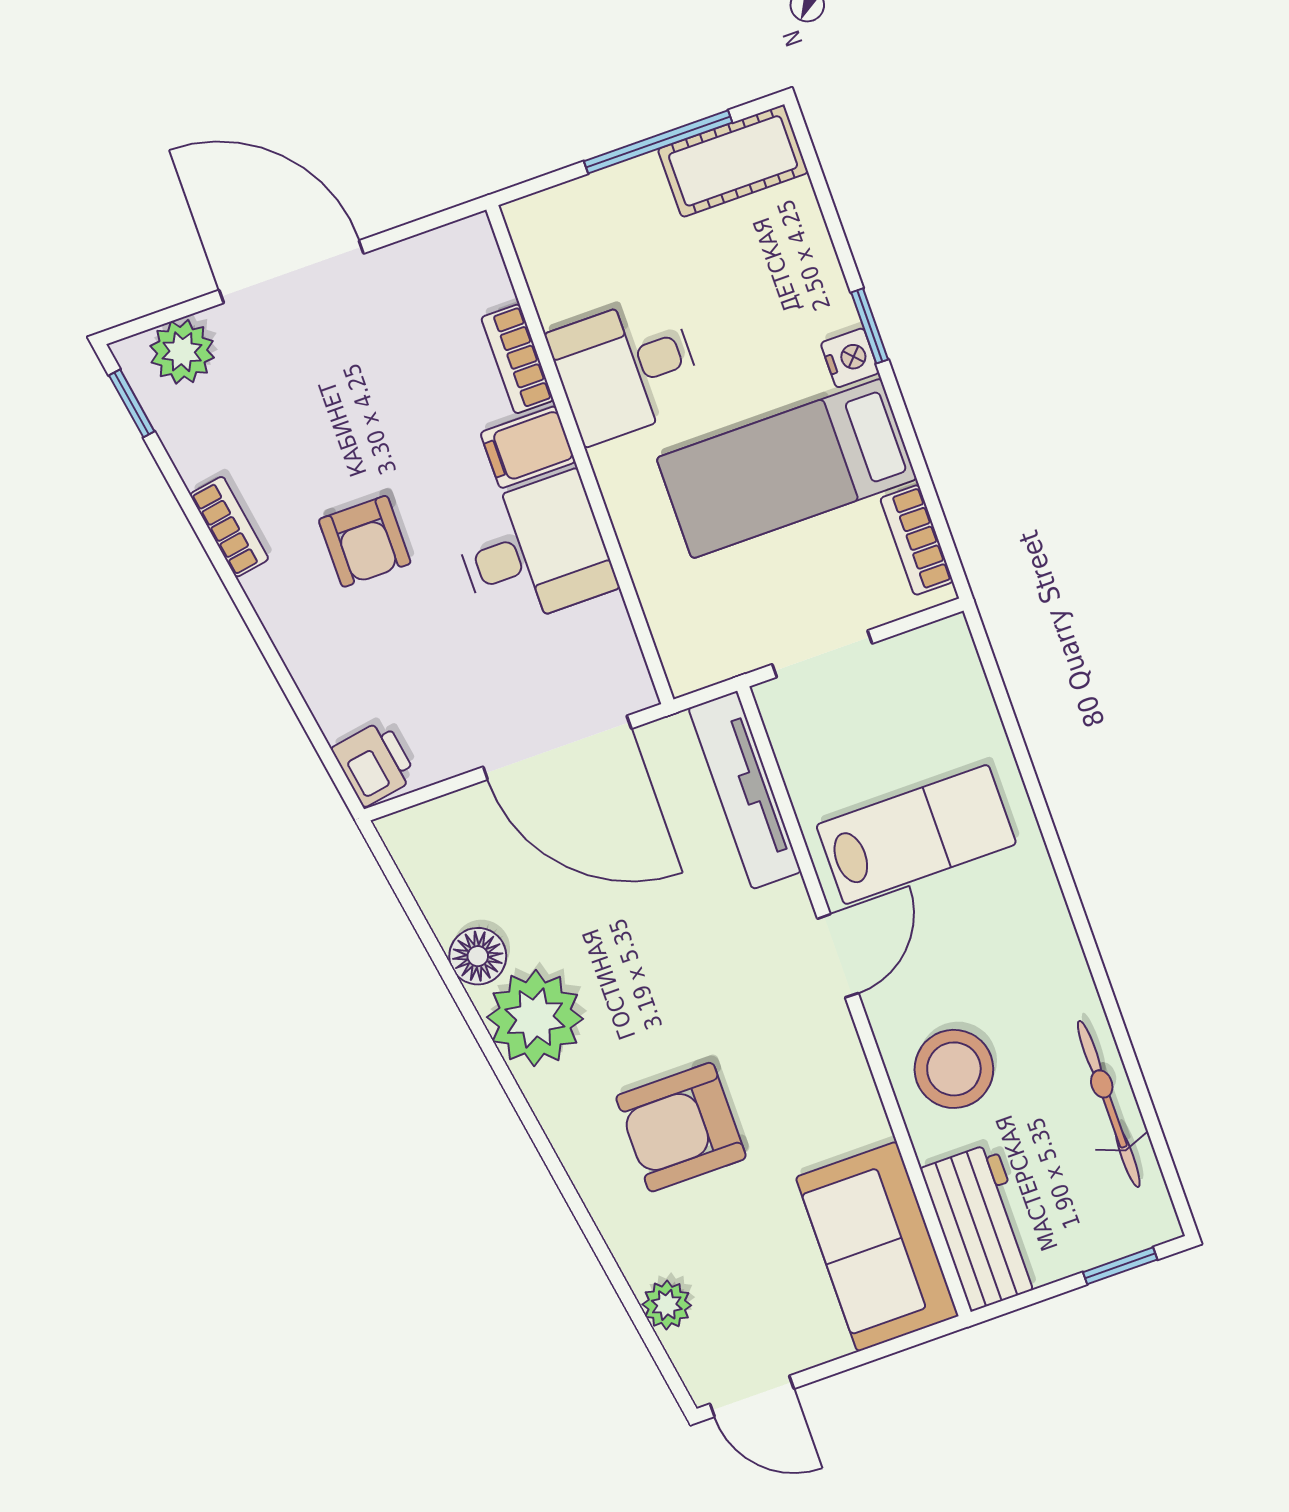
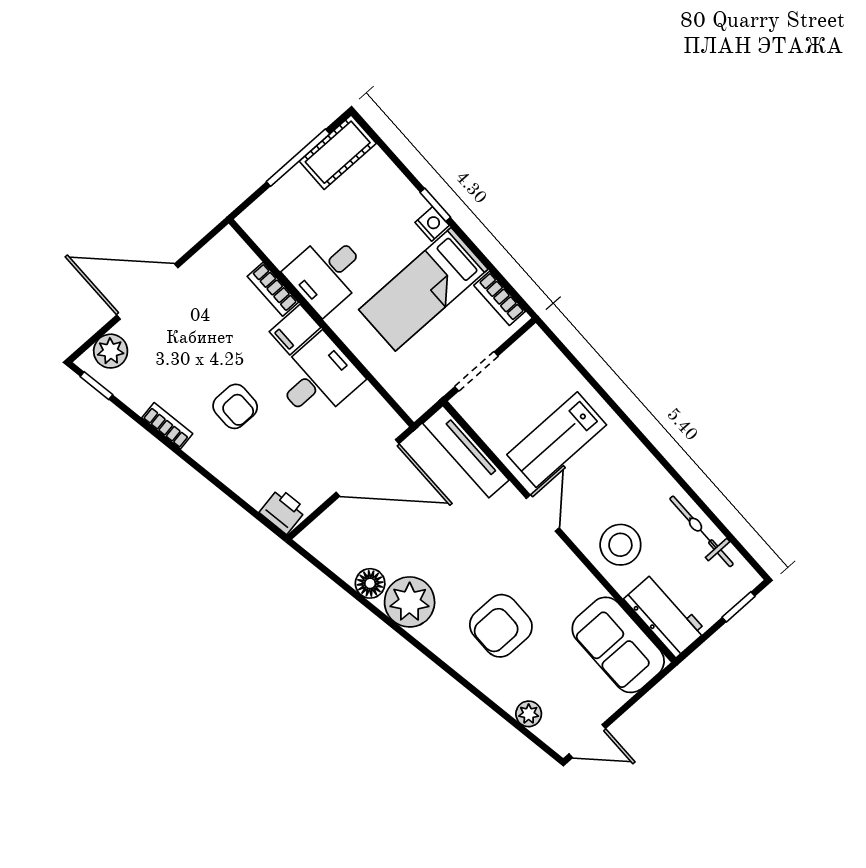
lab bench: (916, 834) -> (557, 440), turned 180

